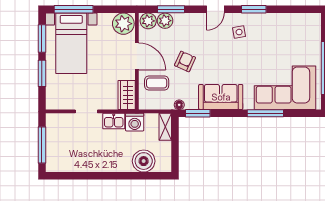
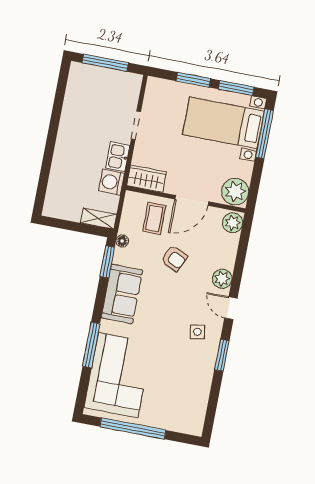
window: (171, 9) -> (241, 253), removed
plant: (165, 21) -> (222, 279), moved
boiler: (144, 161) -> (61, 184), removed

